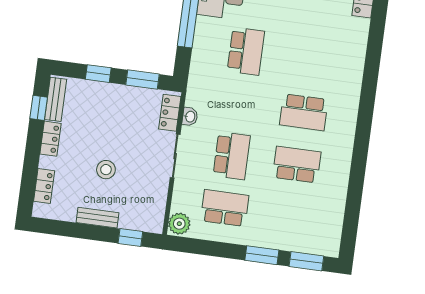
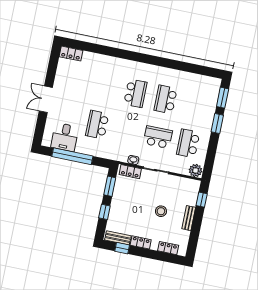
school desk: (246, 51) -> (97, 125), turned -90

